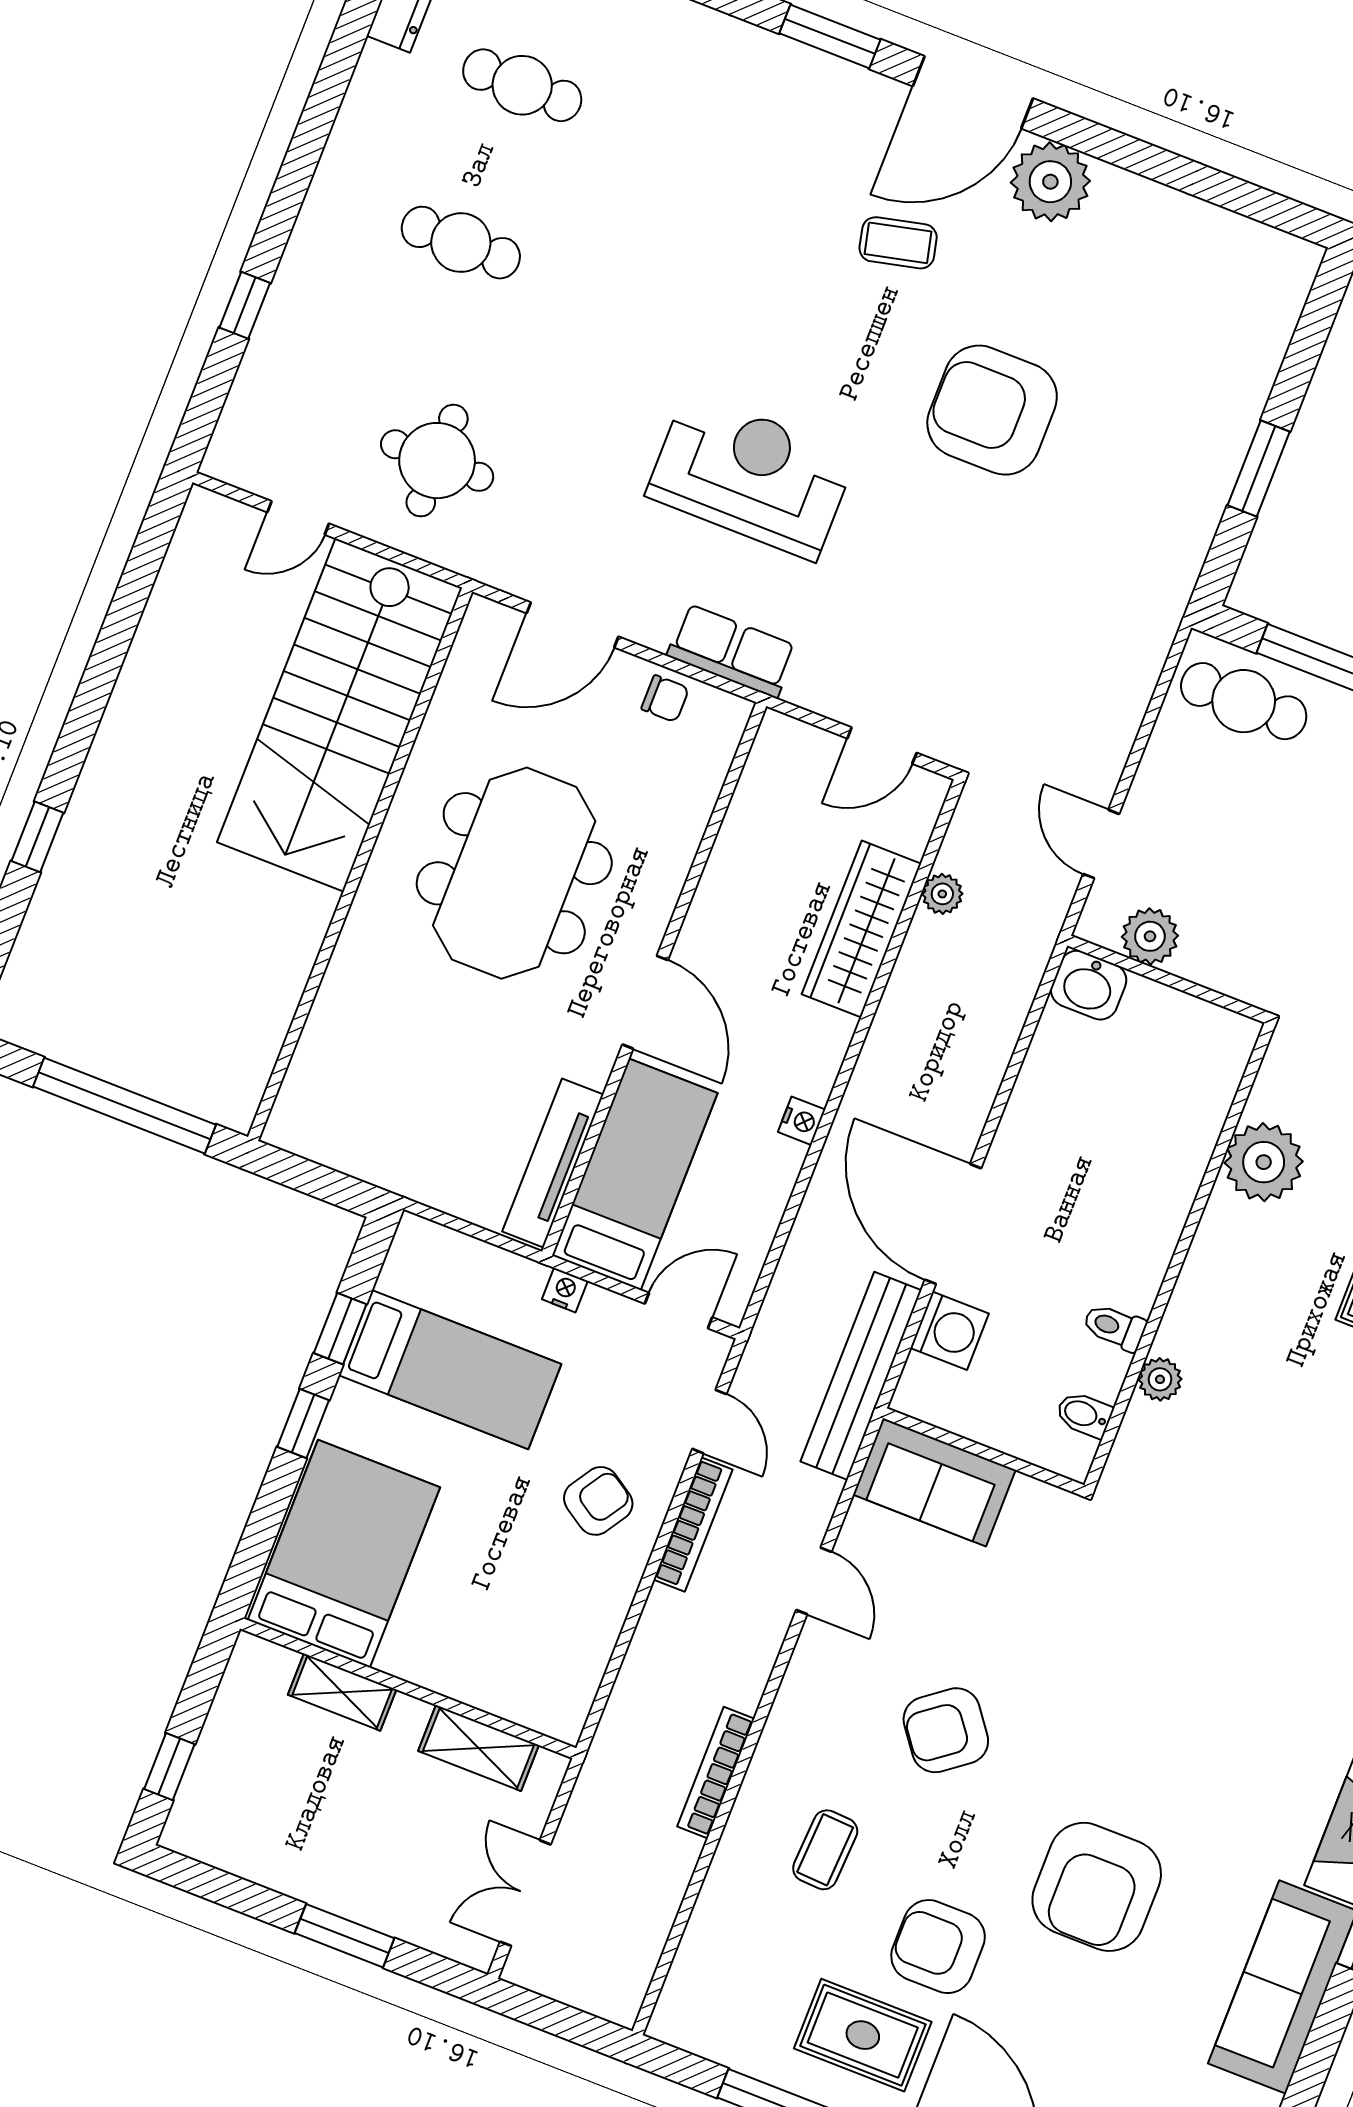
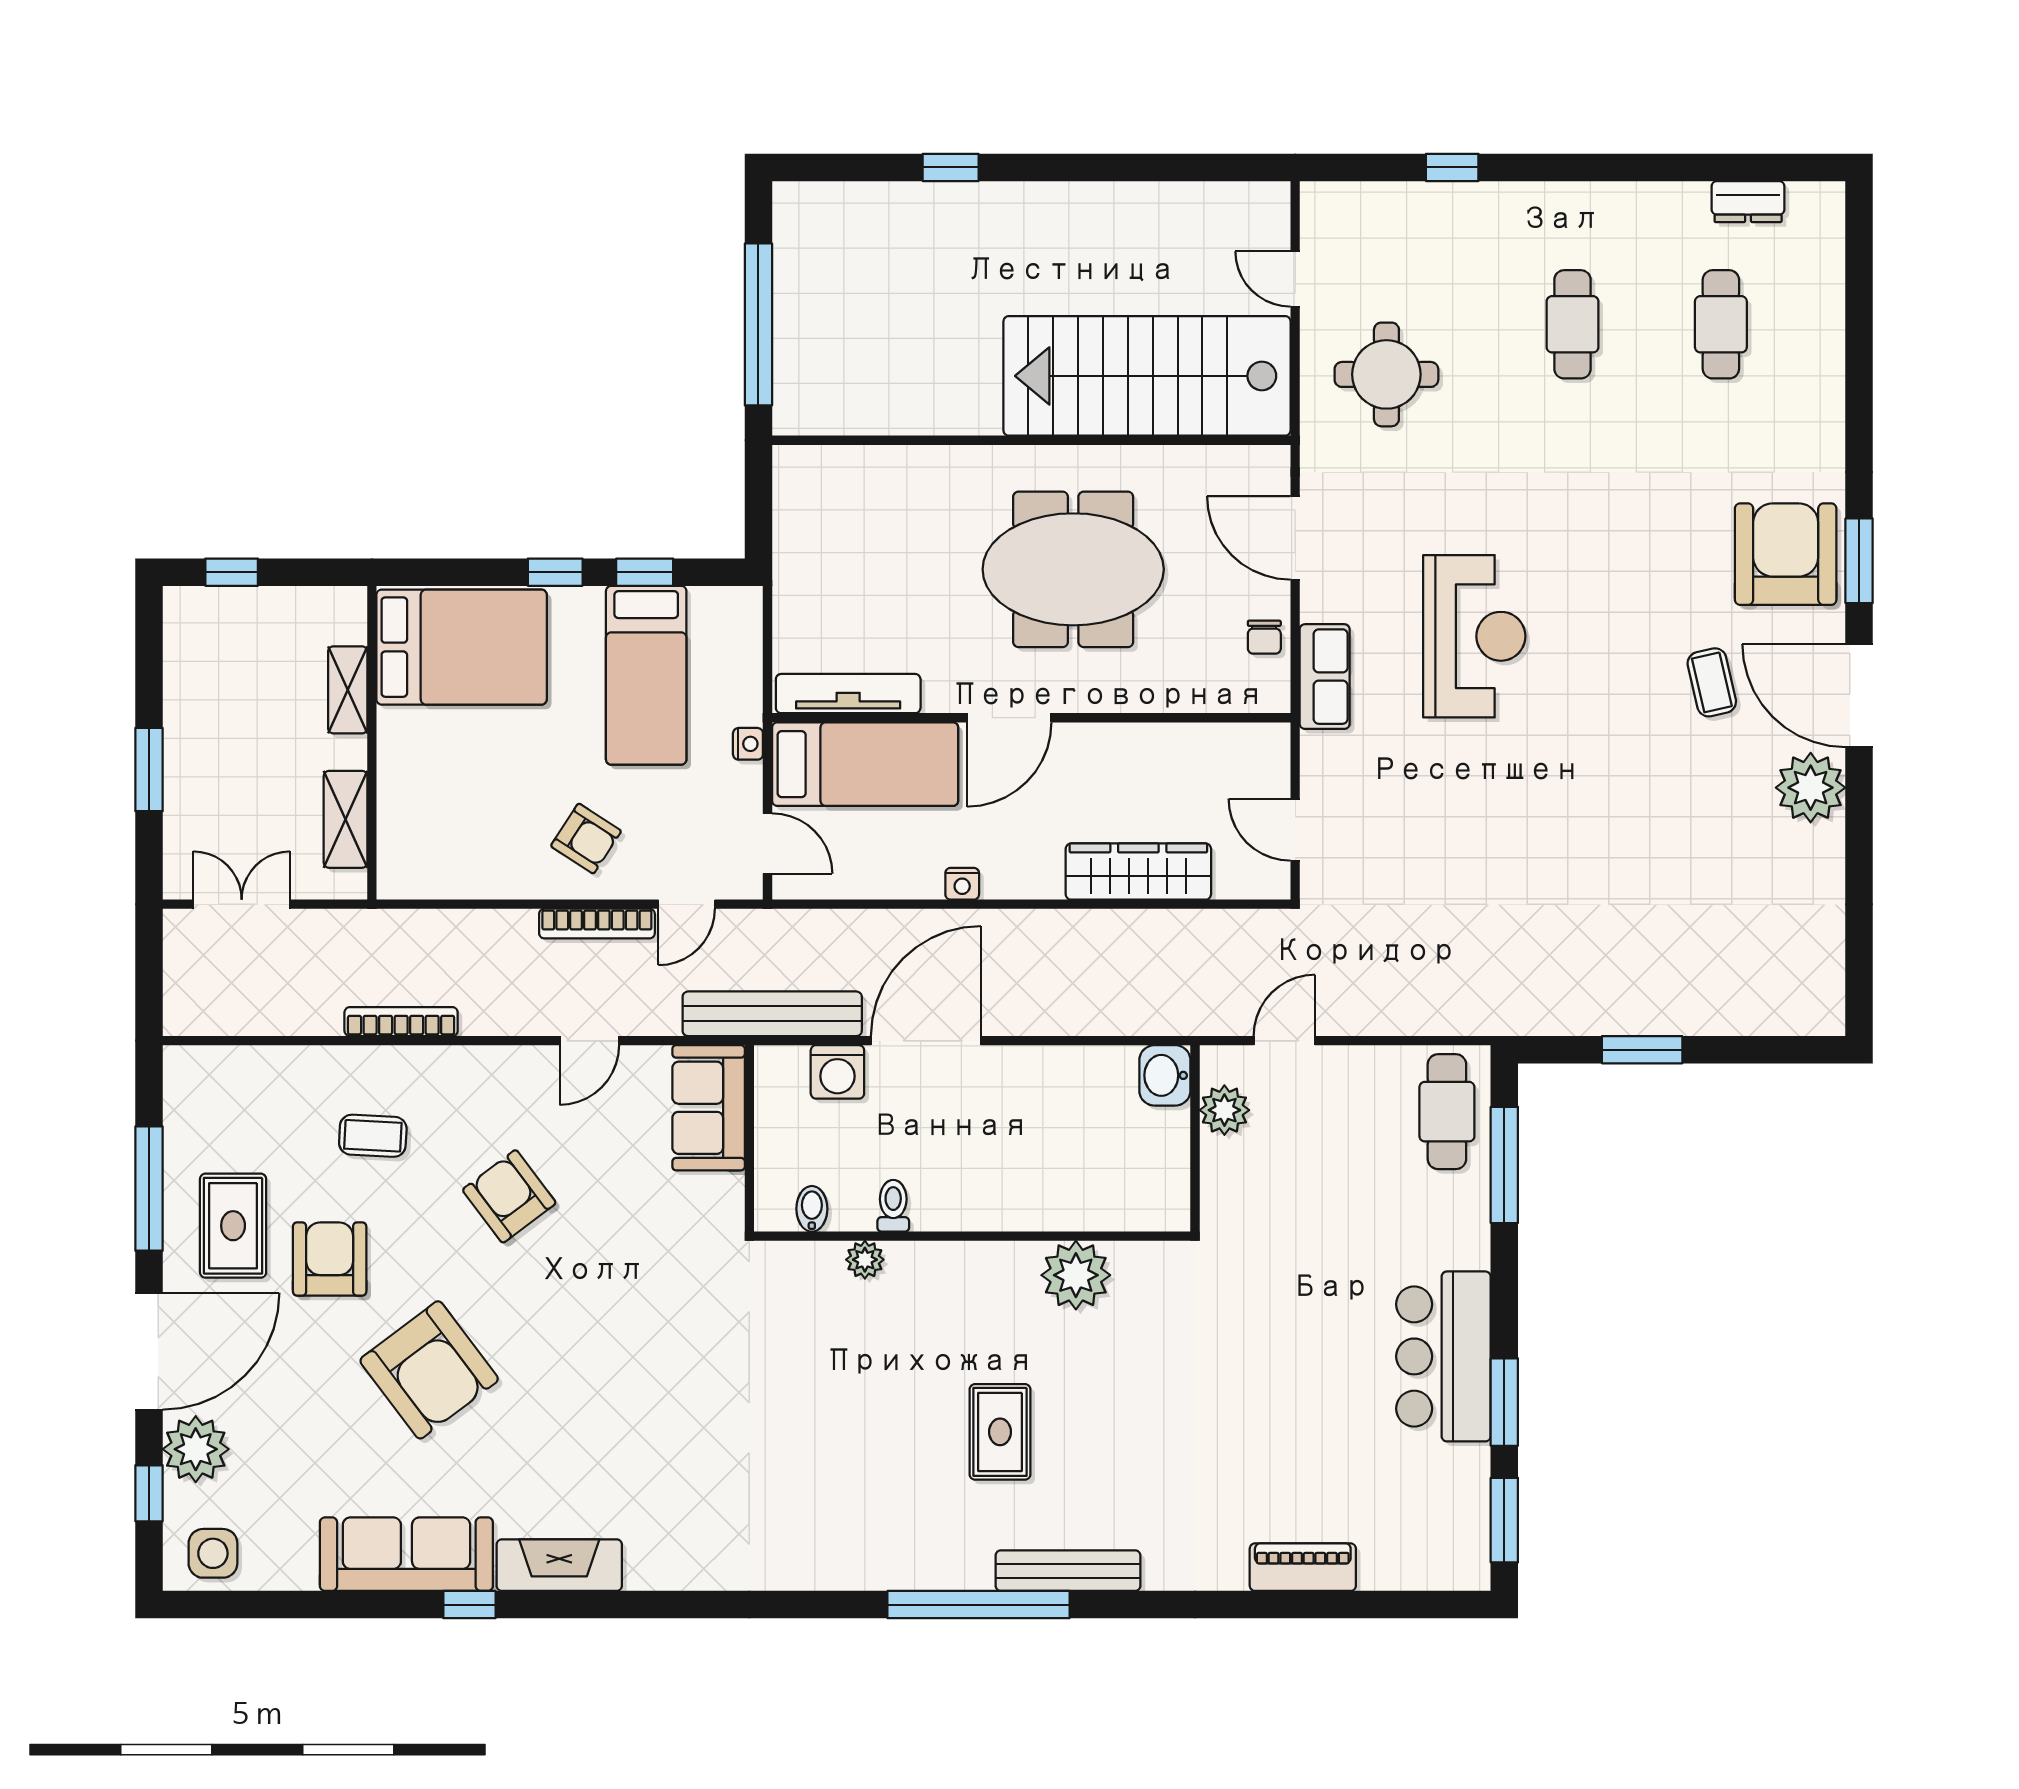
armchair: (992, 410) -> (1786, 554), moved
plant: (942, 894) -> (1193, 926), removed
armchair: (1097, 1887) -> (429, 1370), turned -127

